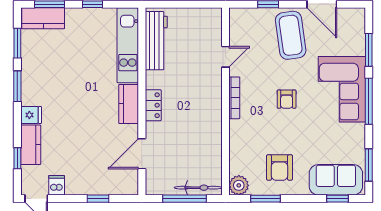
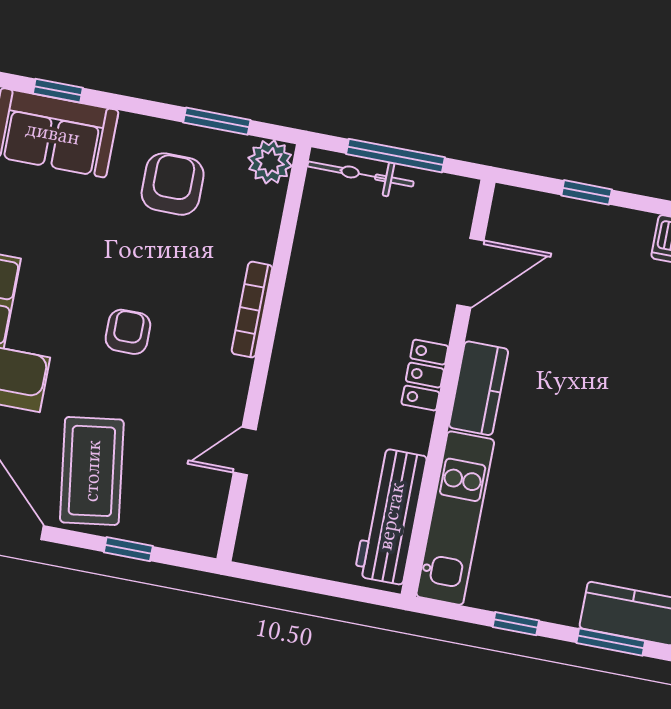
bookcase: (234, 98) -> (252, 310), moved

